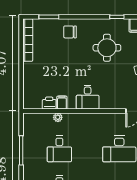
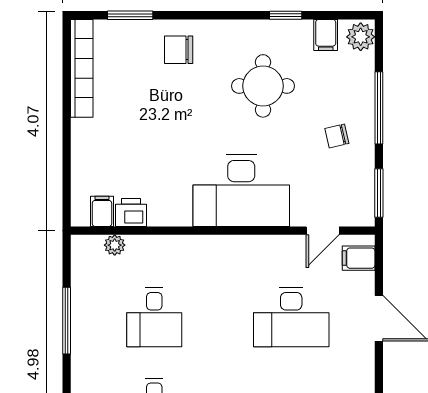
desk: (88, 97) -> (241, 191), width x1.87, depth x1.30
filing cabinet: (62, 103) -> (102, 211), moved
plant: (58, 117) -> (115, 245), moved

